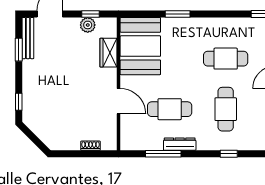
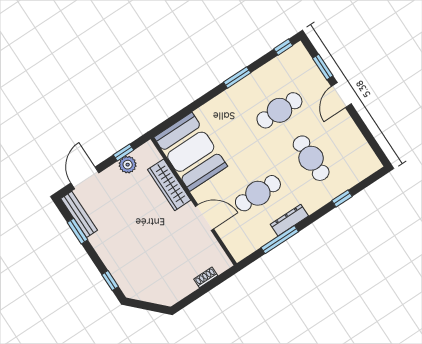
window: (178, 14) -> (237, 77), moved
wardrobe: (109, 53) -> (169, 185), width x1.50

